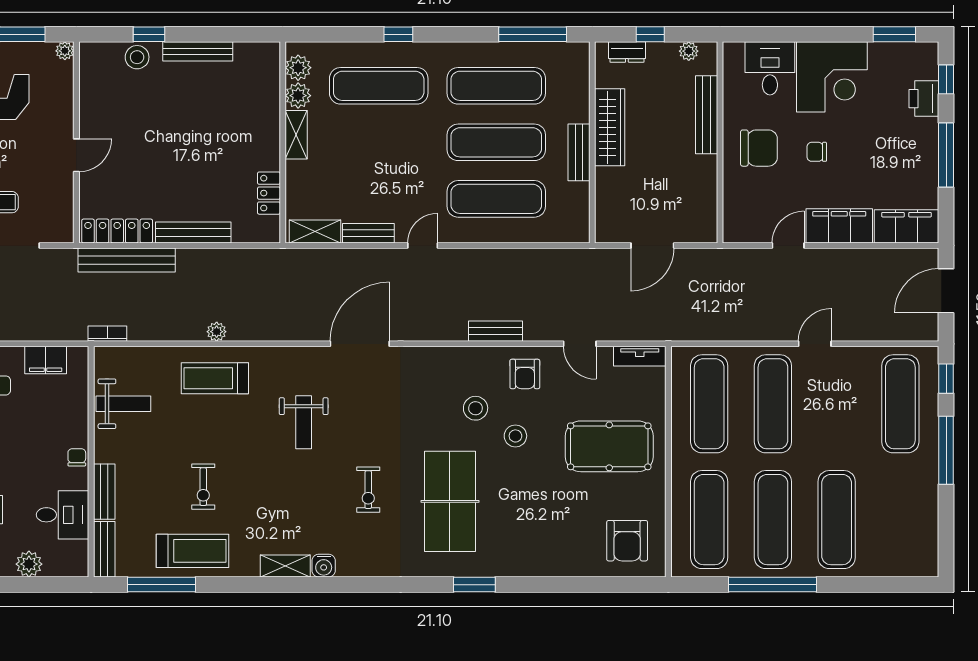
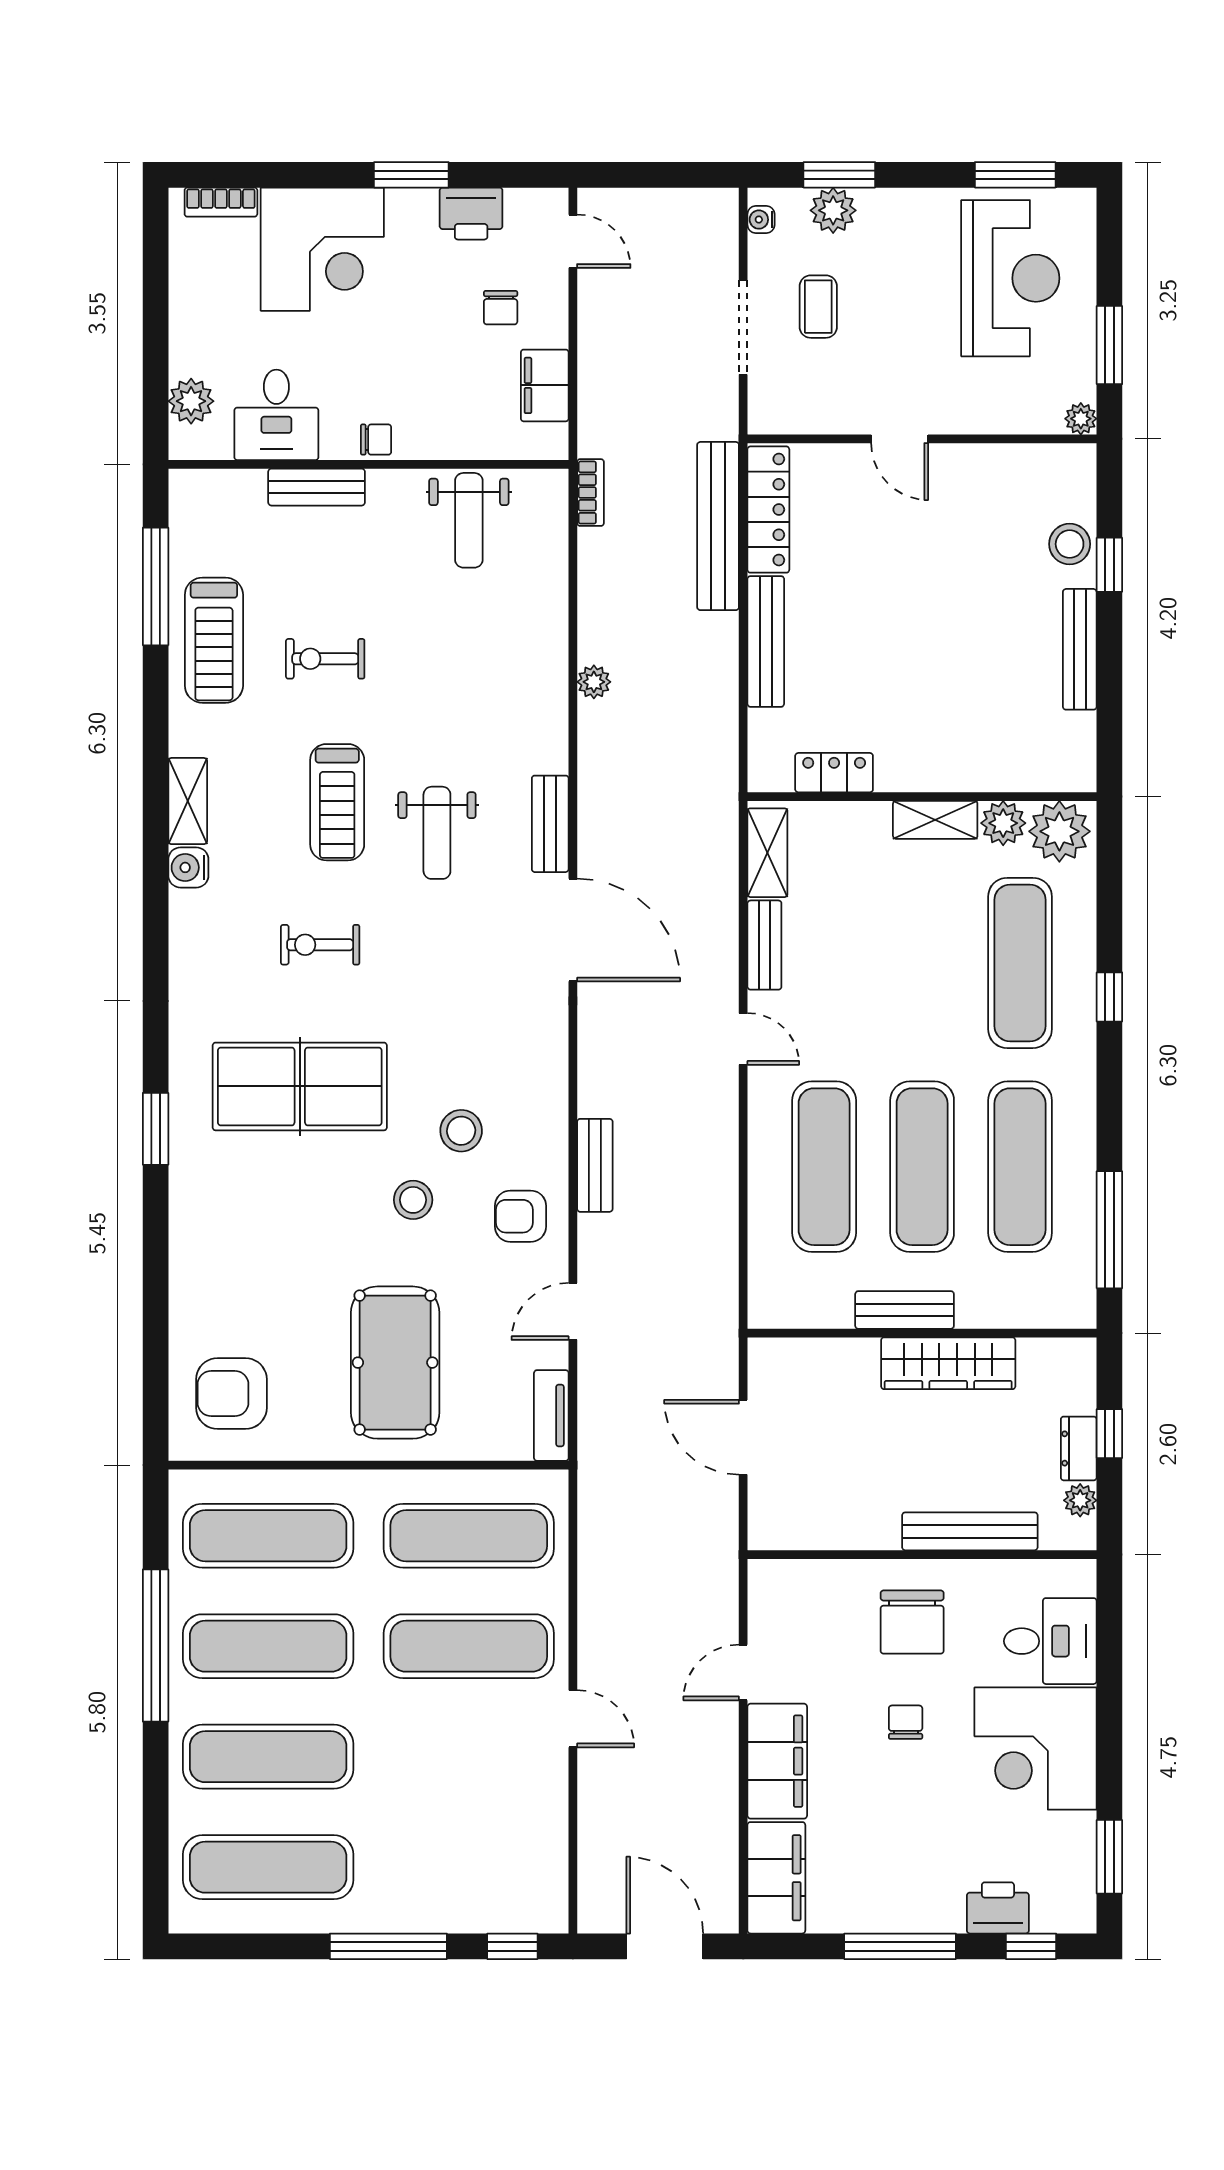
dresser: (627, 52) -> (1079, 1448), moved
plant: (298, 68) -> (1059, 831), width x1.36, depth x1.36
door: (788, 246) -> (743, 1672), swing flipped
treadmill: (215, 378) -> (337, 802), moved, turned 180
exercise mat: (900, 404) -> (268, 1867), moved
weight bench: (304, 422) -> (437, 833), turned -90
bench: (104, 549) -> (550, 824), moved, turned 90
plant: (29, 564) -> (191, 401), moved

